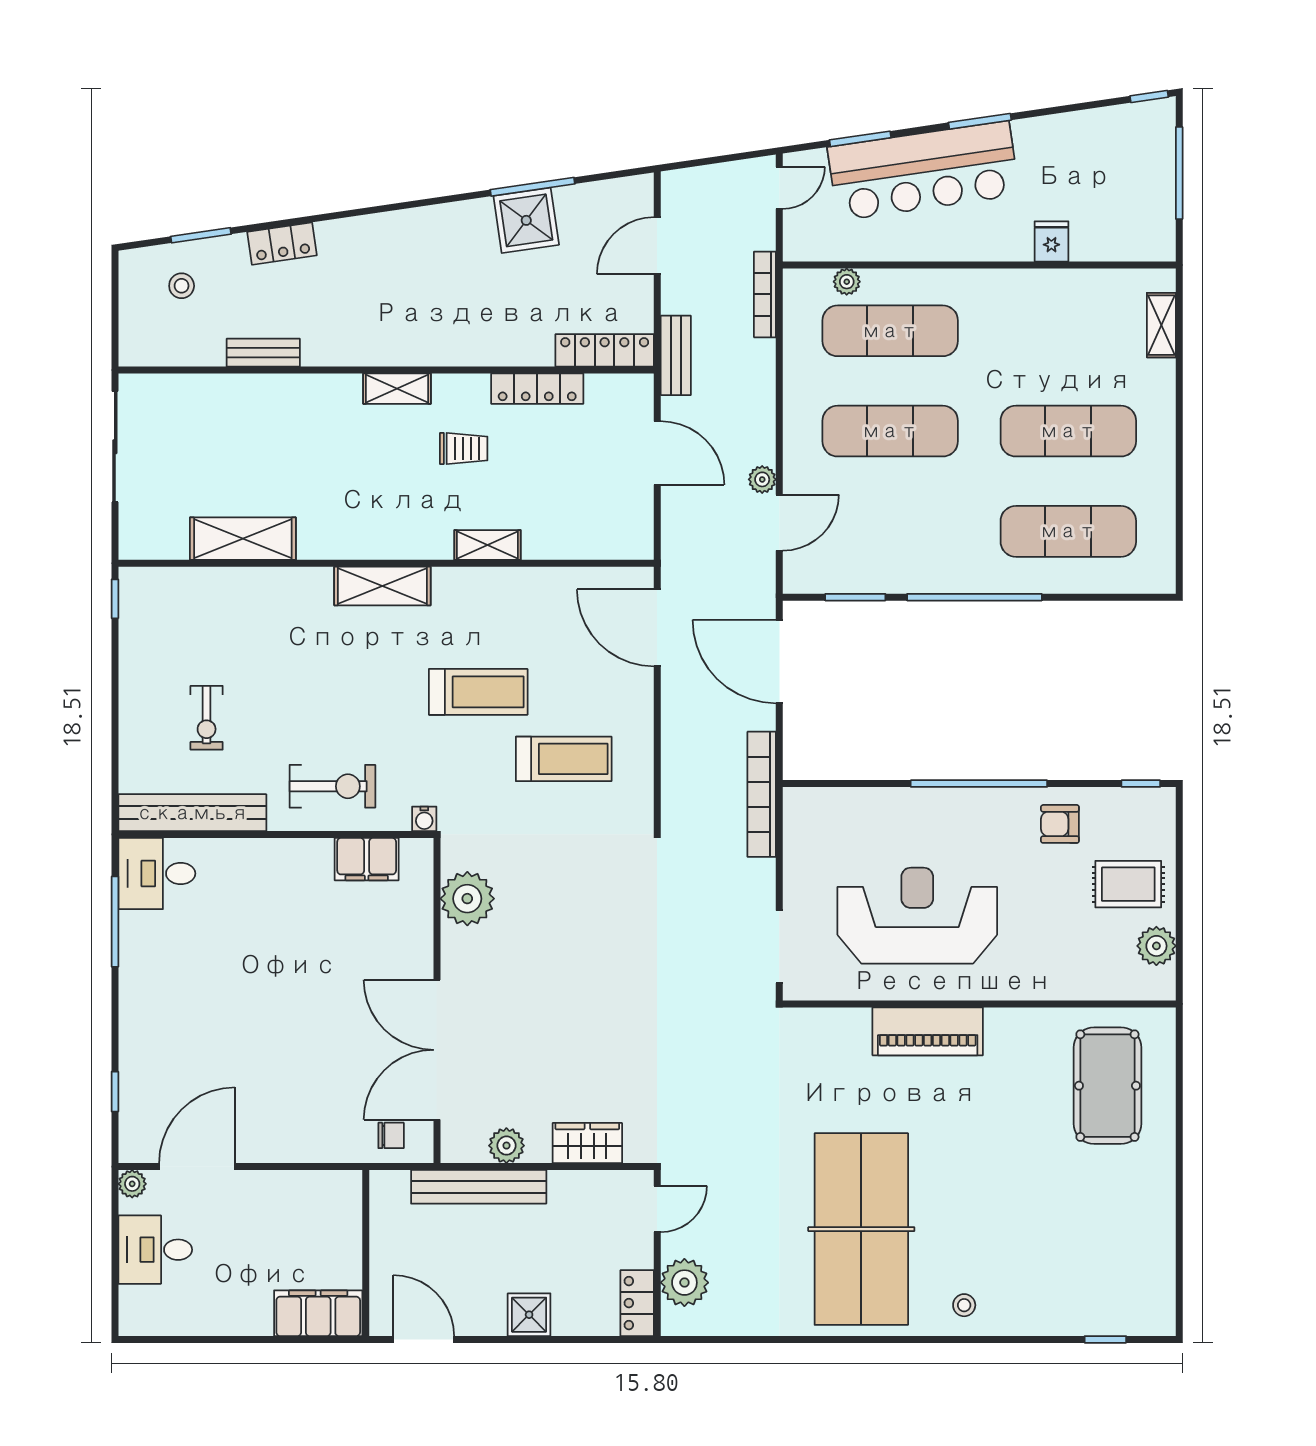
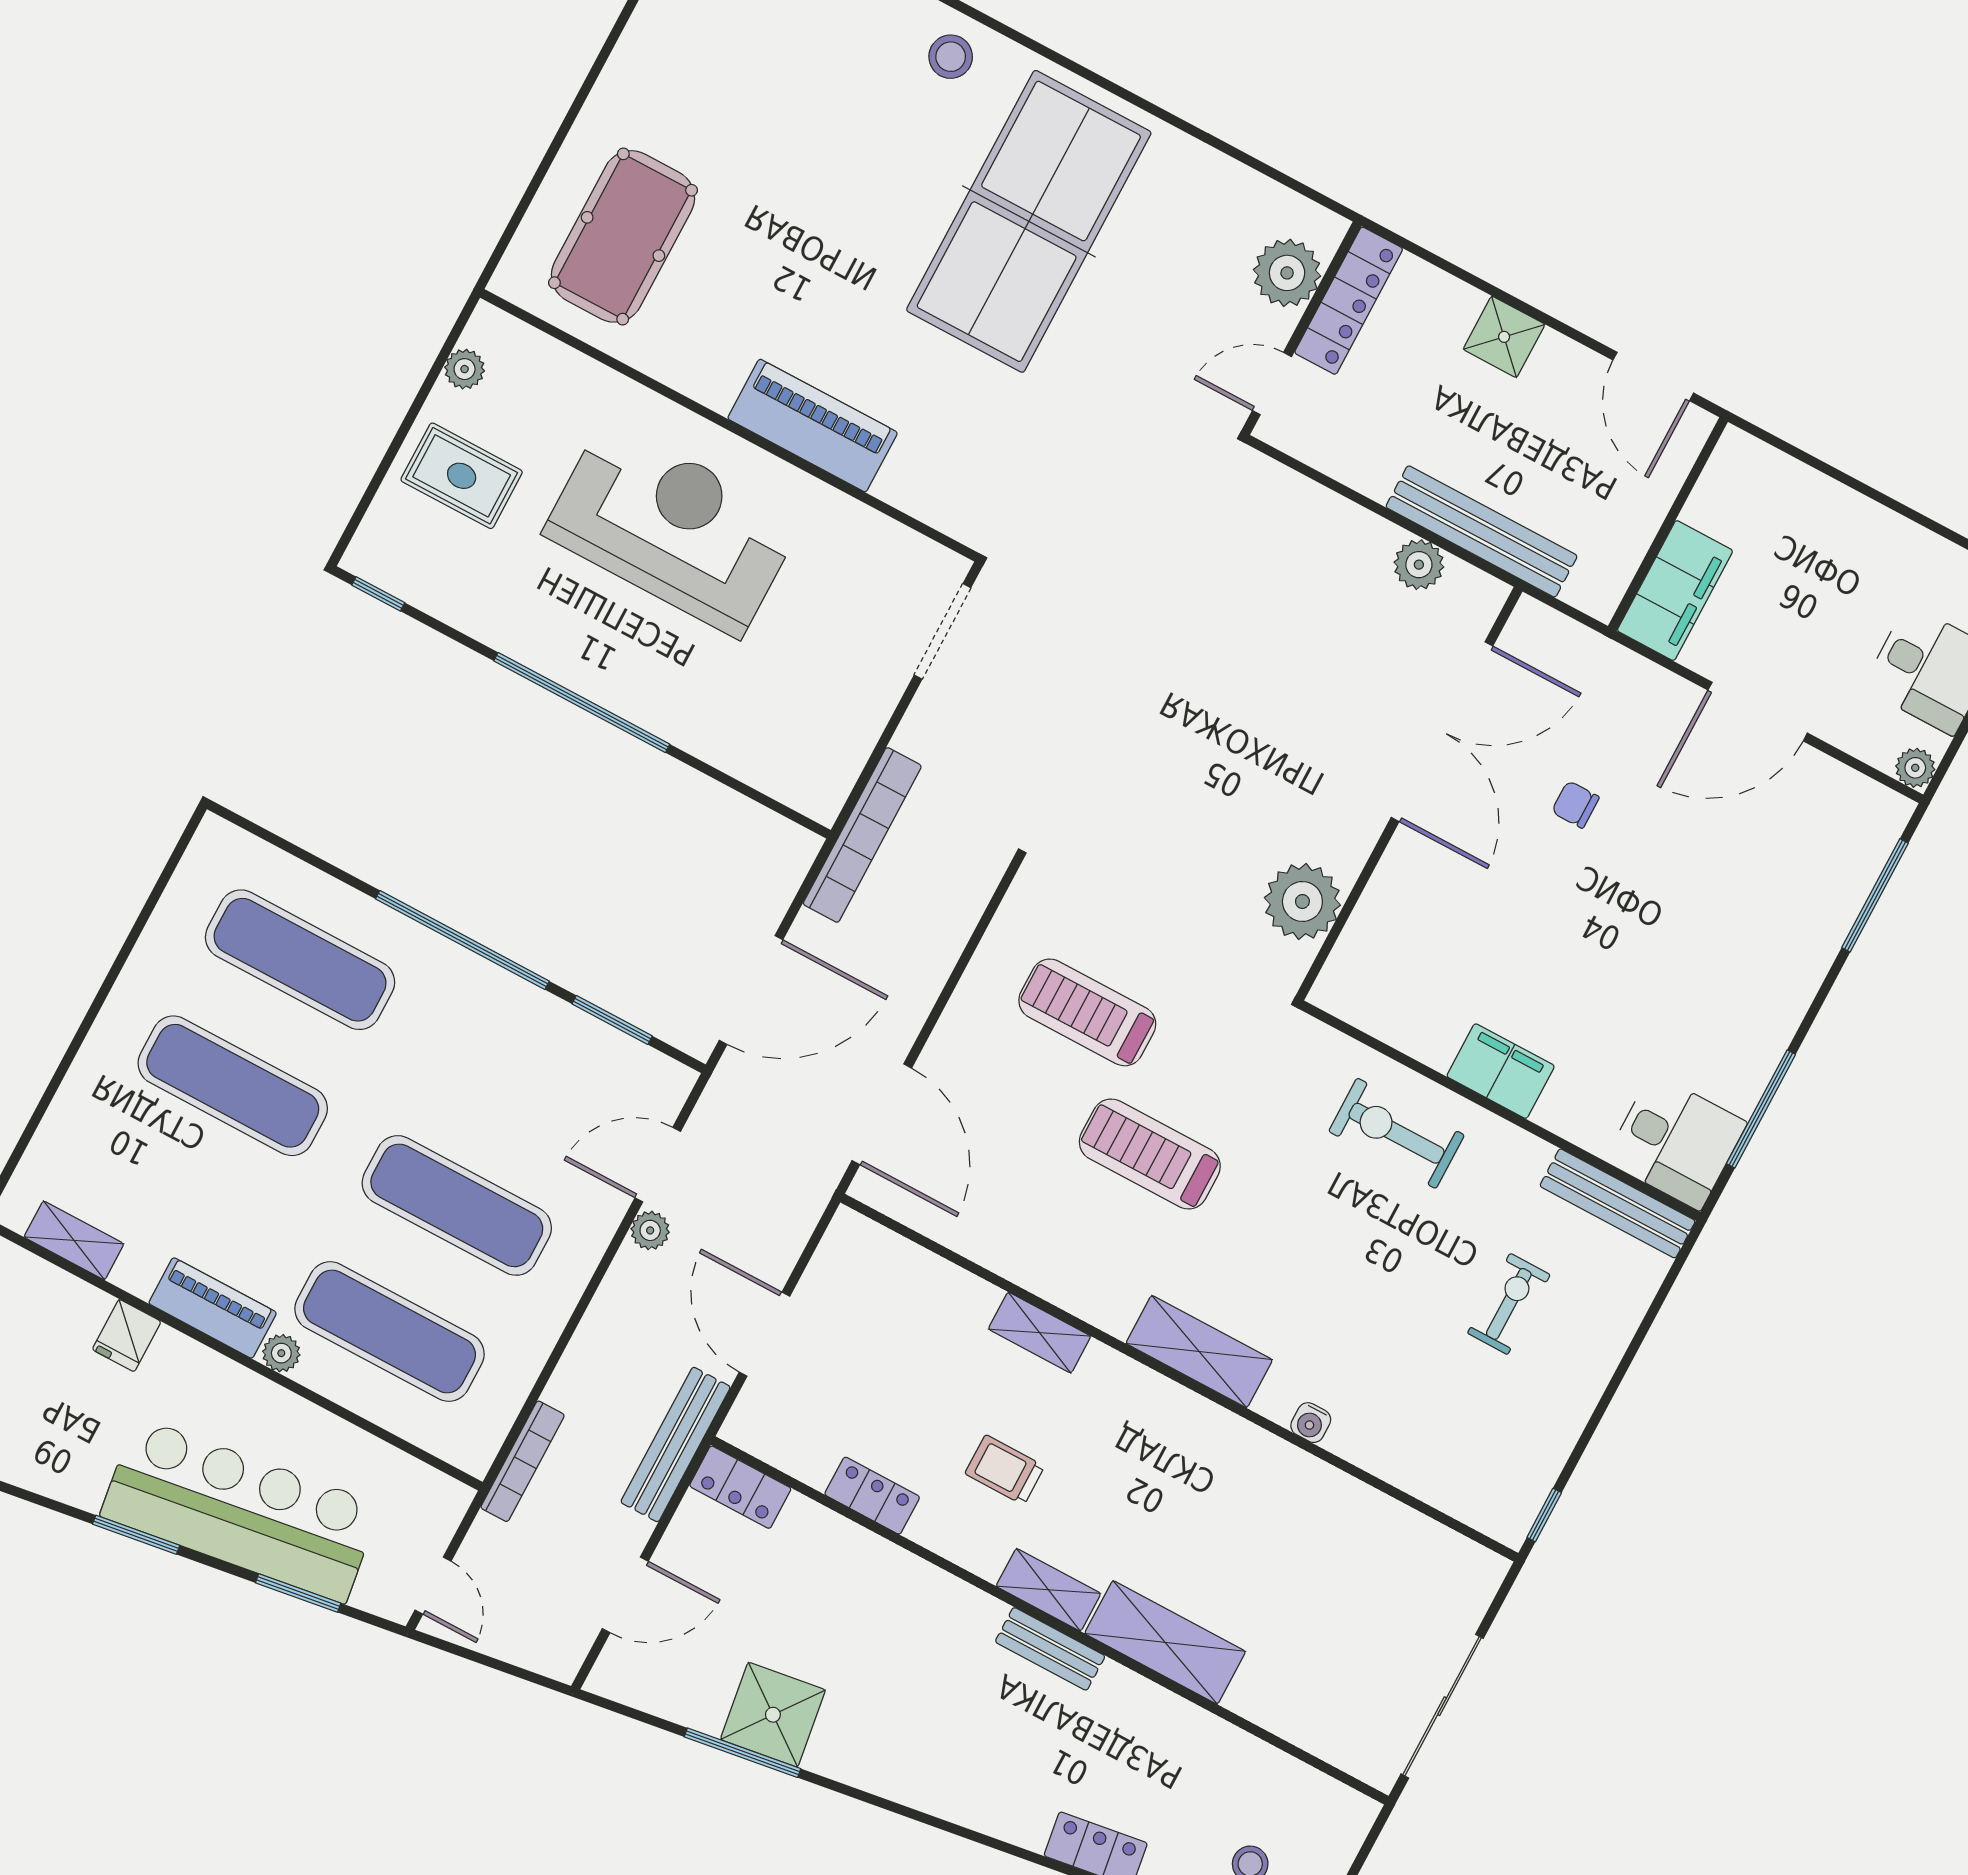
door: (779, 188) -> (433, 1586), swing flipped
plant: (847, 282) -> (281, 1353), moved
piano: (1007, 287) -> (213, 1308), added
shelving: (1161, 325) -> (74, 1240), moved, turned 90
locker: (605, 350) -> (740, 1487), width x0.66
bench: (263, 353) -> (1050, 1649), moved
bench: (676, 355) -> (676, 1444), width x1.36
locker: (537, 389) -> (872, 1496), width x0.66
shelving: (243, 539) -> (1165, 1642), moved
door: (779, 662) -> (751, 990), hinge flipped
bench: (192, 813) -> (1618, 1203), width x0.73, depth x0.82
water cooler: (424, 819) -> (1311, 1423), moved, turned 180
armchair: (1060, 824) -> (507, 597), removed
filing cabinet: (367, 859) -> (1501, 1071), moved
reception desk: (917, 916) -> (672, 528), moved, turned 180
plant: (1156, 946) -> (465, 369), width x0.73, depth x0.73
window: (115, 1092) -> (1875, 895), width x2.17
chair: (391, 1135) -> (1575, 804), moved
wardrobe: (587, 1143) -> (1316, 513), removed
door: (197, 1167) -> (1758, 712), moved
locker: (637, 1303) -> (1349, 301), width x1.53
stool: (964, 1305) -> (951, 57), width x1.37, depth x1.37
filing cabinet: (318, 1313) -> (1675, 591), moved, turned -90

